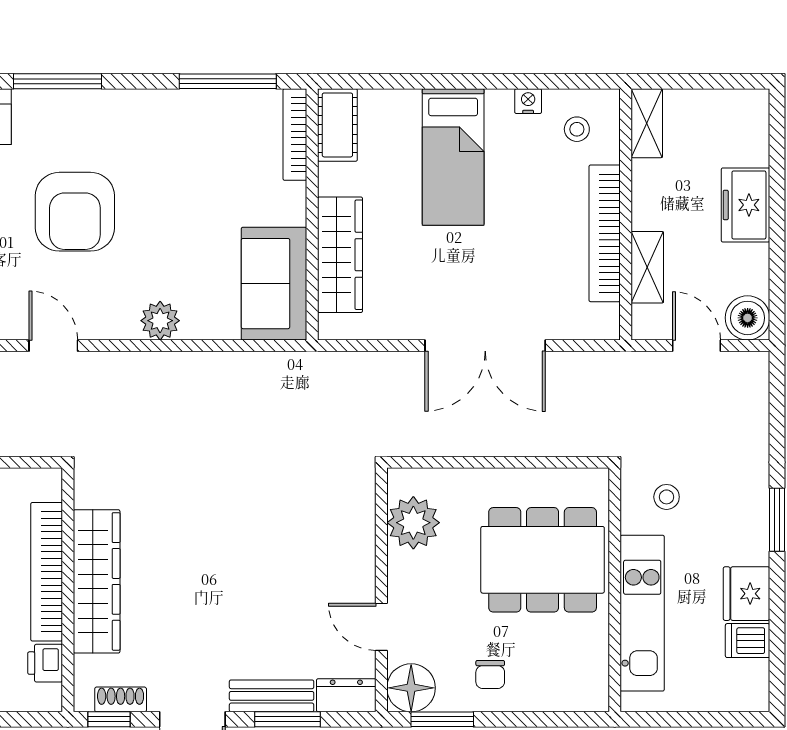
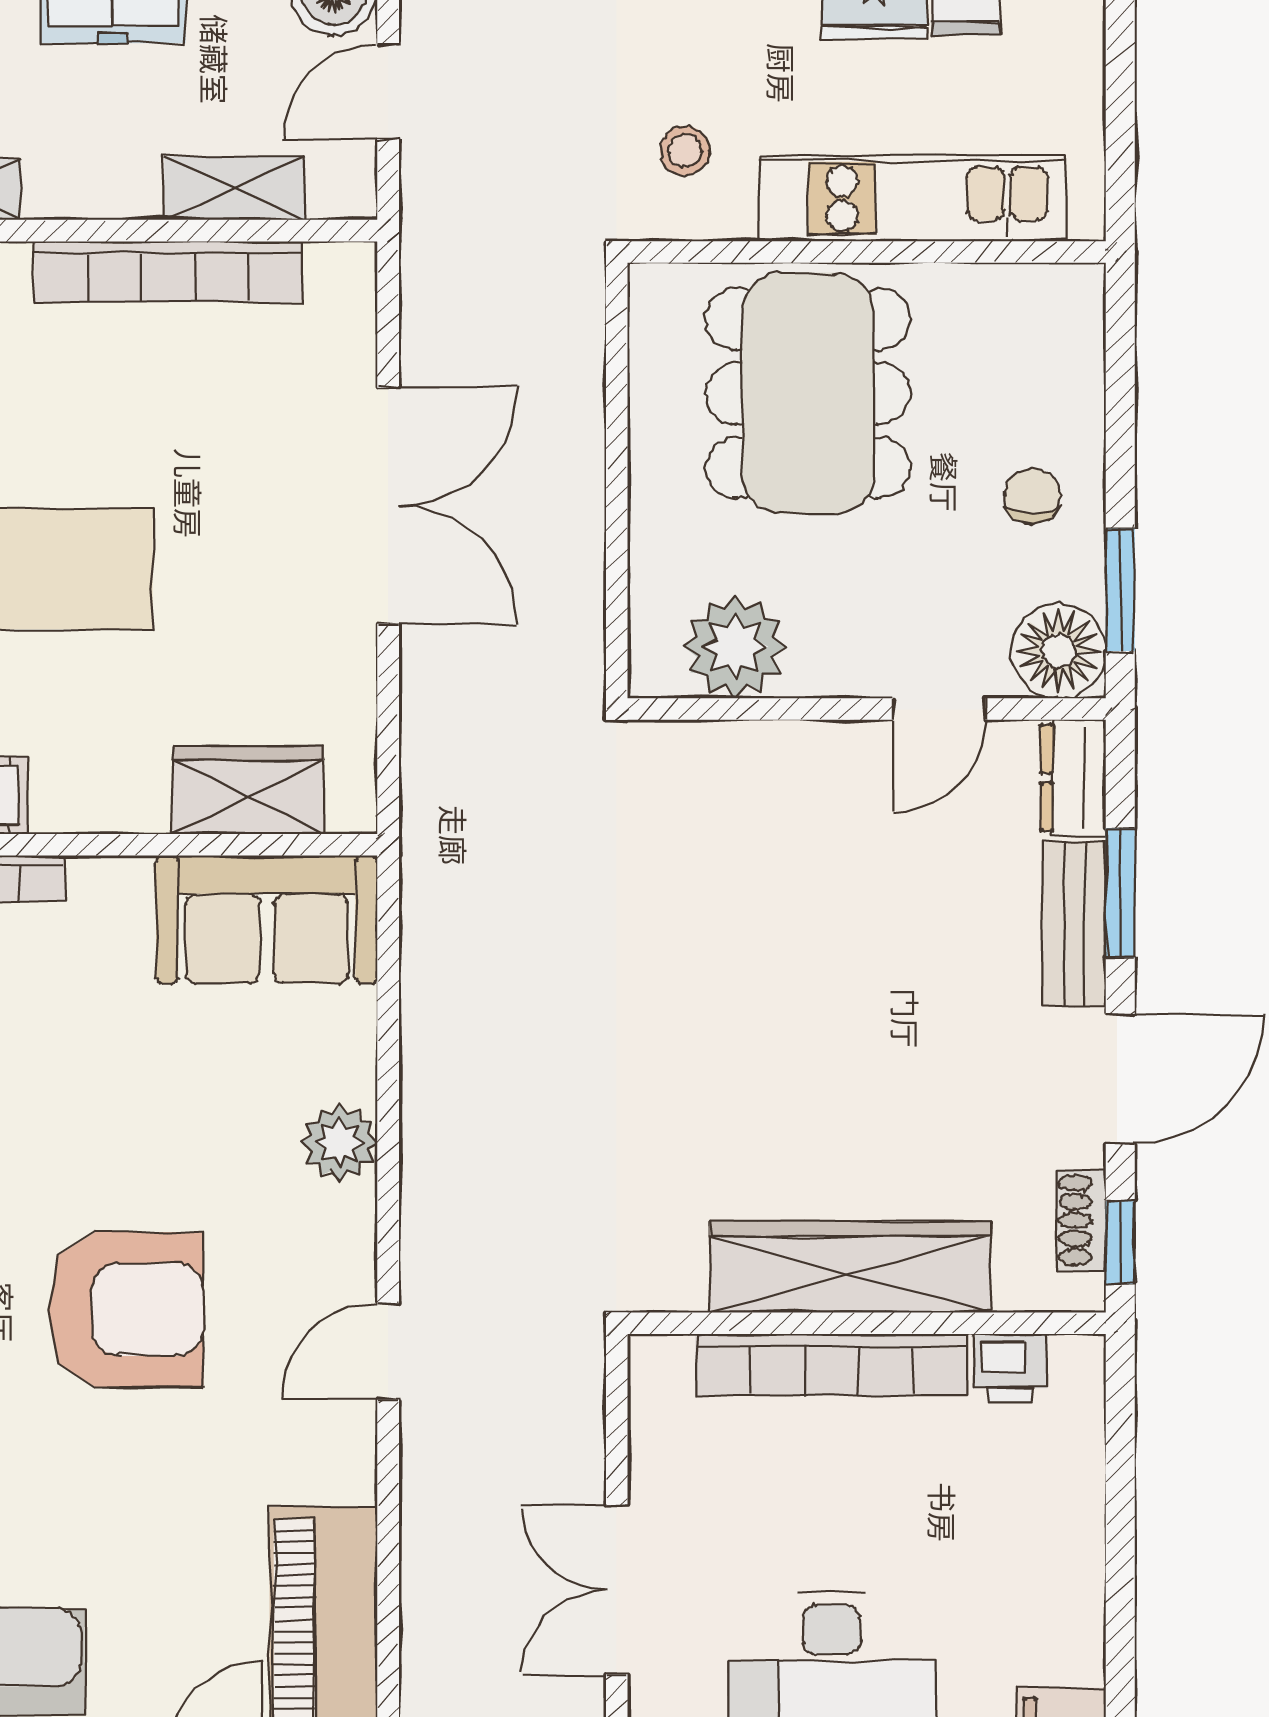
wardrobe: (340, 255) -> (248, 790), width x0.67
chair: (490, 674) -> (1032, 496), turned -90

